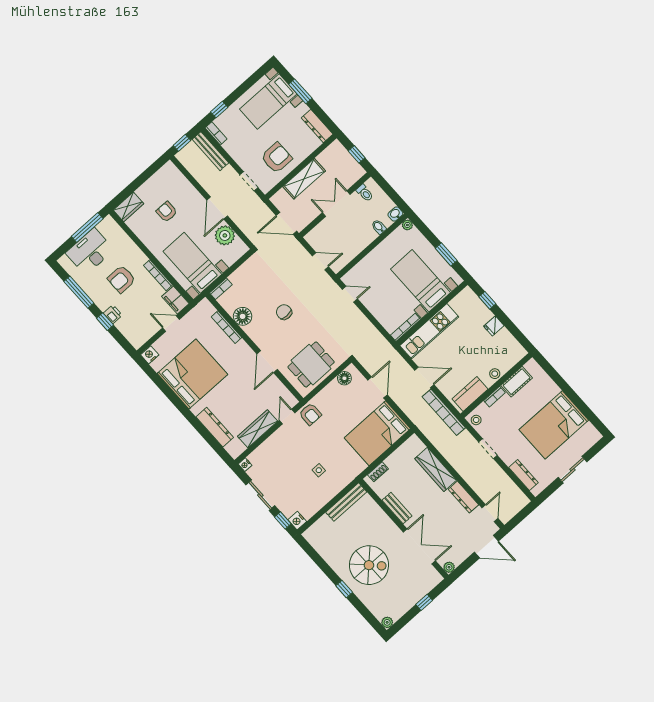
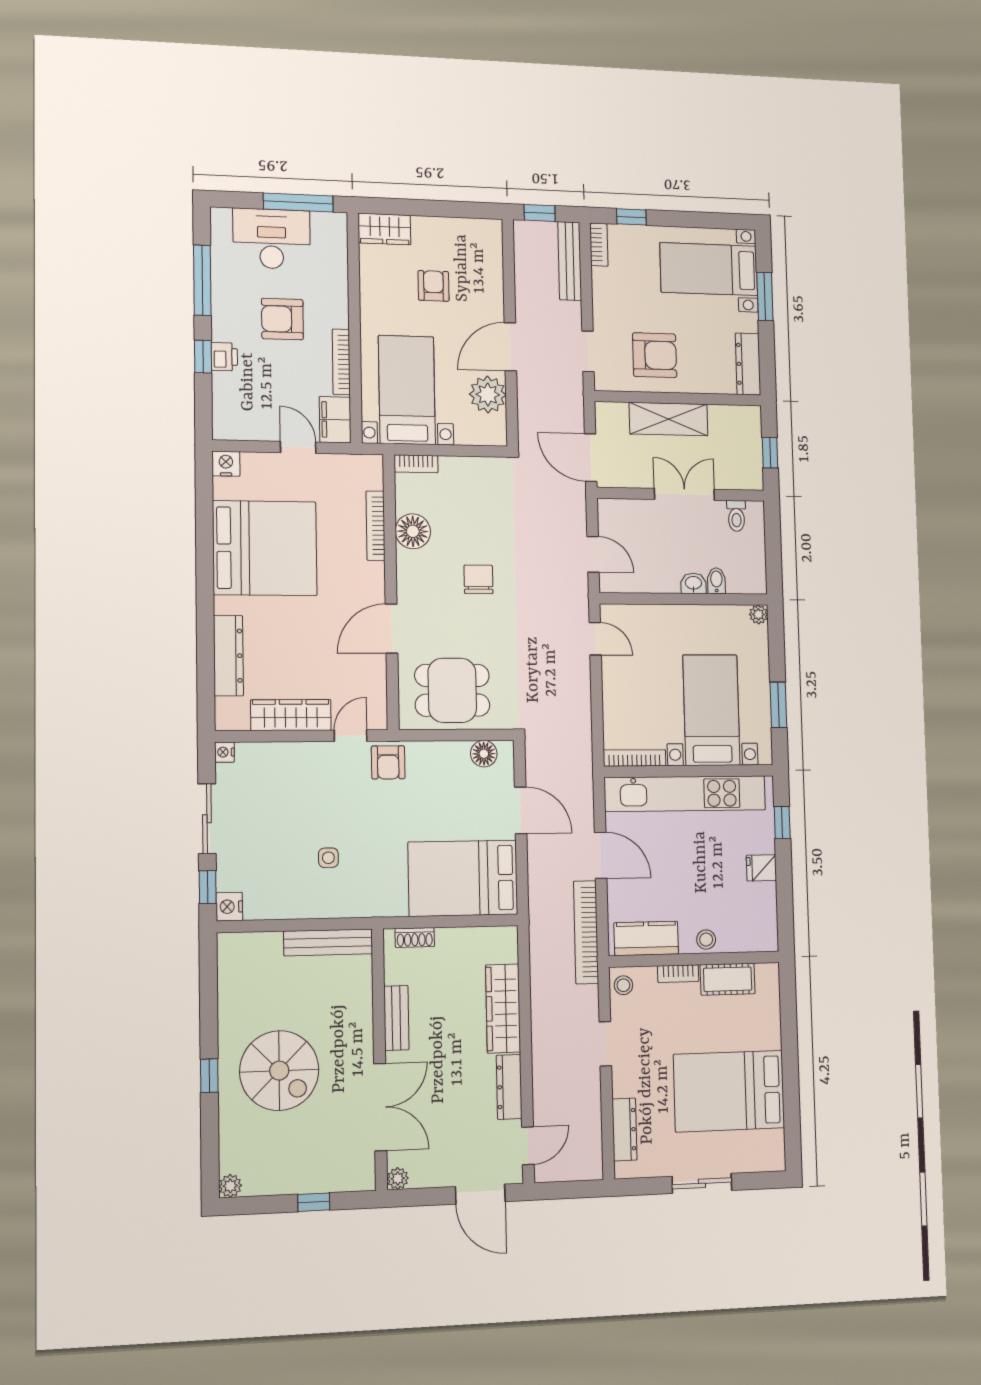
washbasin: (395, 214) -> (693, 583), moved
kitchen unit: (429, 331) -> (685, 794), width x1.36
door: (378, 387) -> (521, 810), hinge flipped

